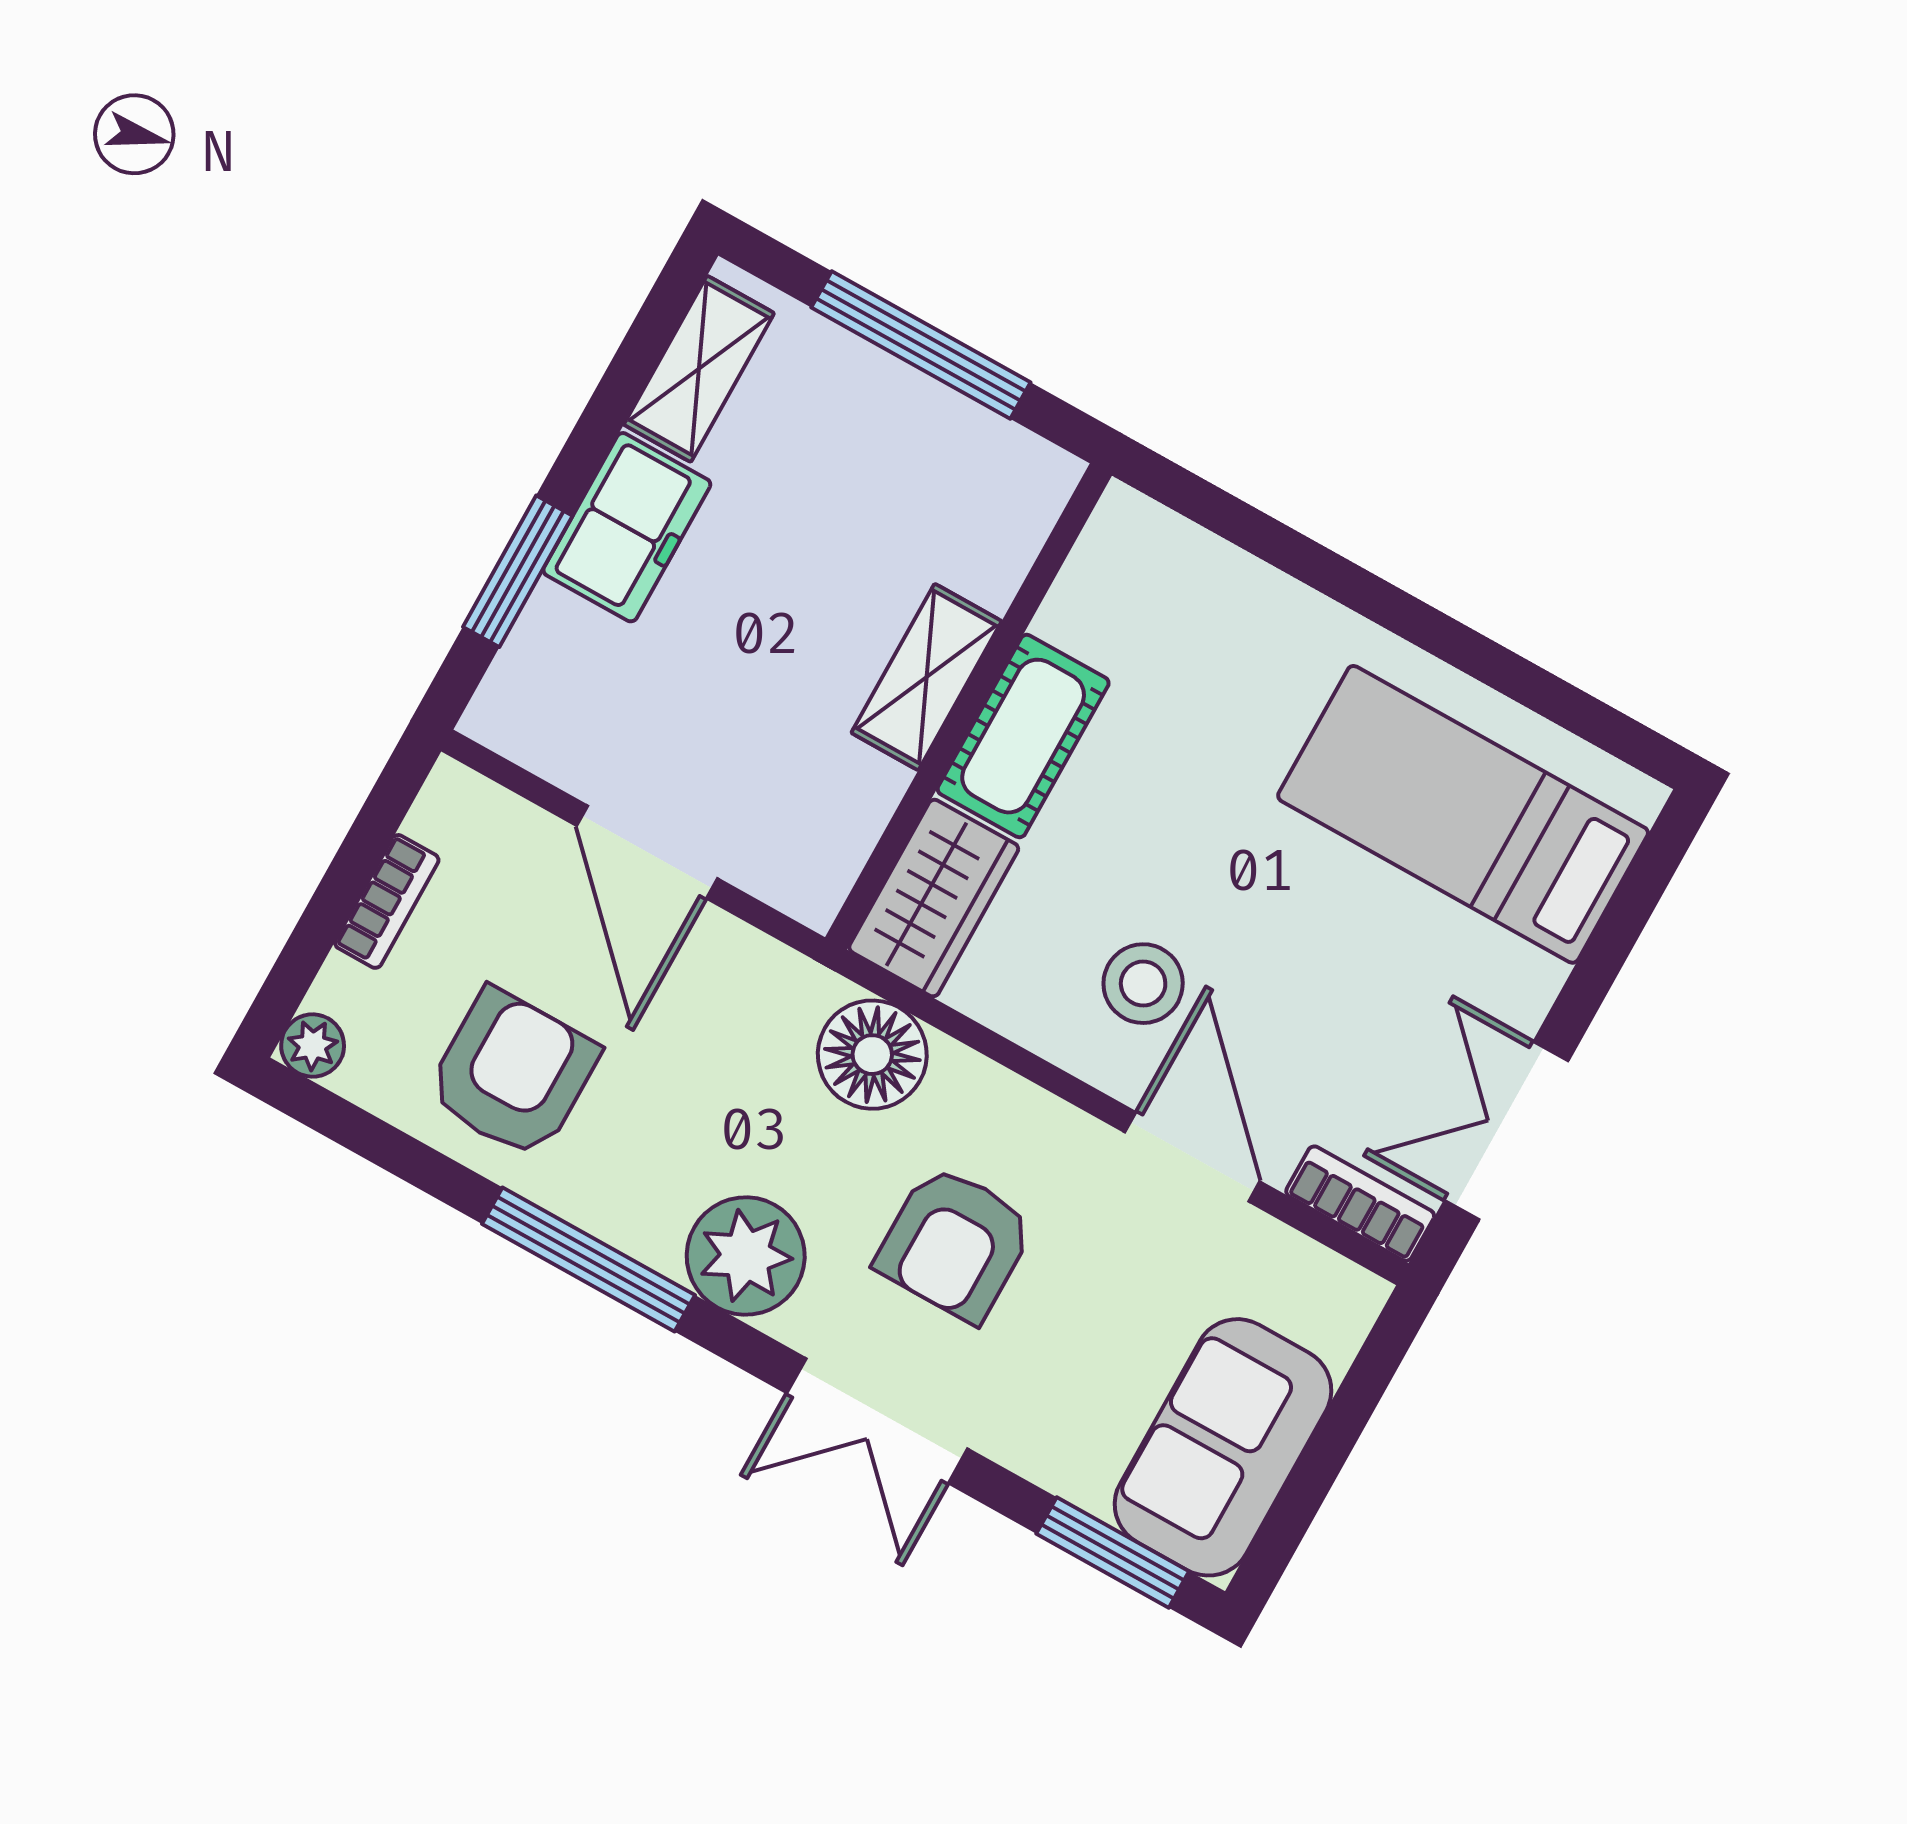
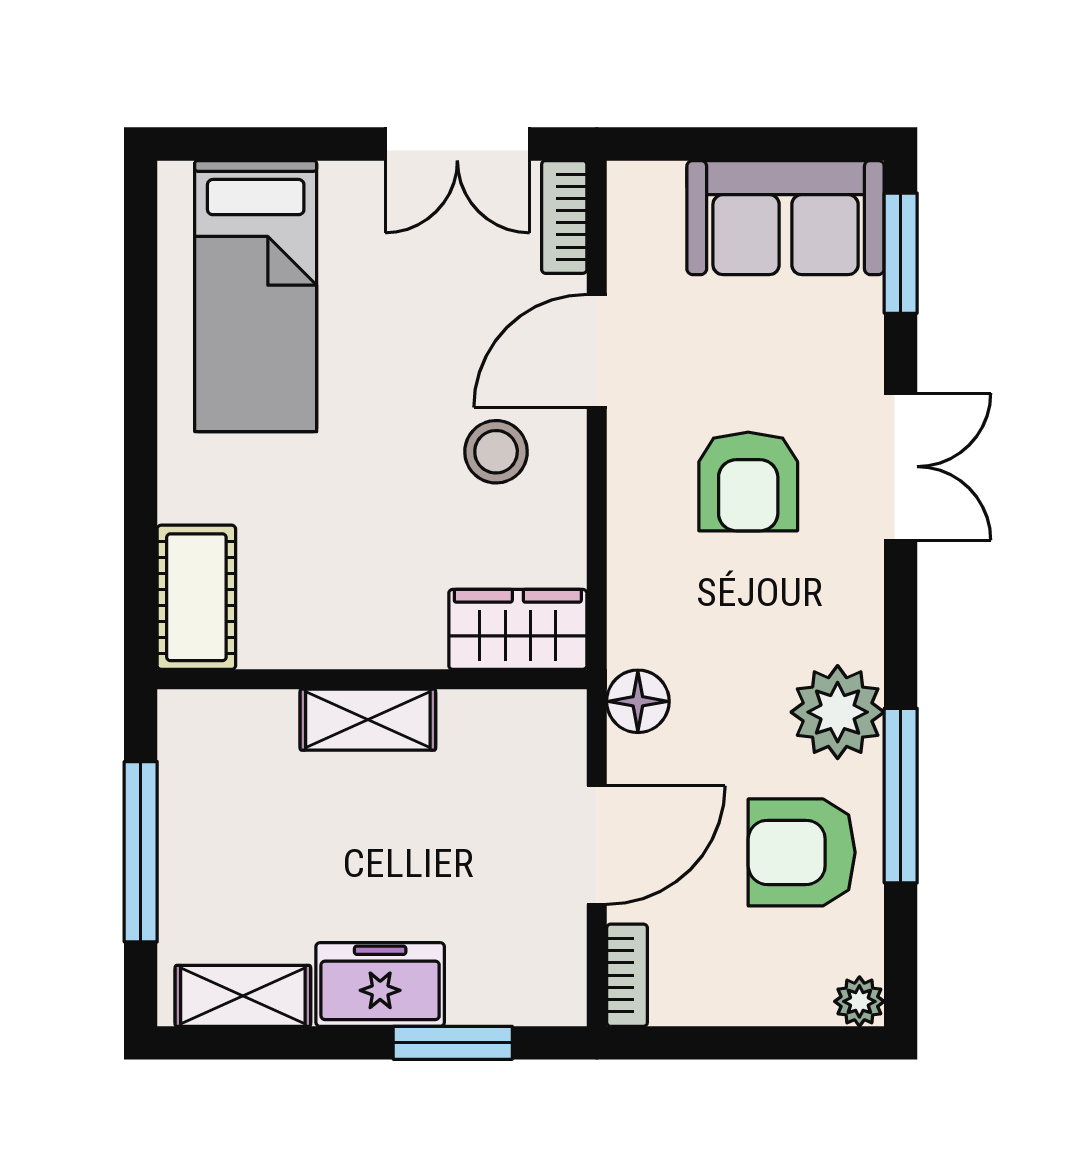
cot: (1023, 736) -> (196, 597), moved, turned 90
bookcase: (387, 901) -> (627, 975), moved, turned 90
floor lamp: (872, 1055) -> (638, 701), moved, width x0.73, depth x0.73
armchair: (955, 1243) -> (748, 481), turned 90
plant: (746, 1256) -> (838, 712), moved
window: (588, 1260) -> (901, 796), moved

